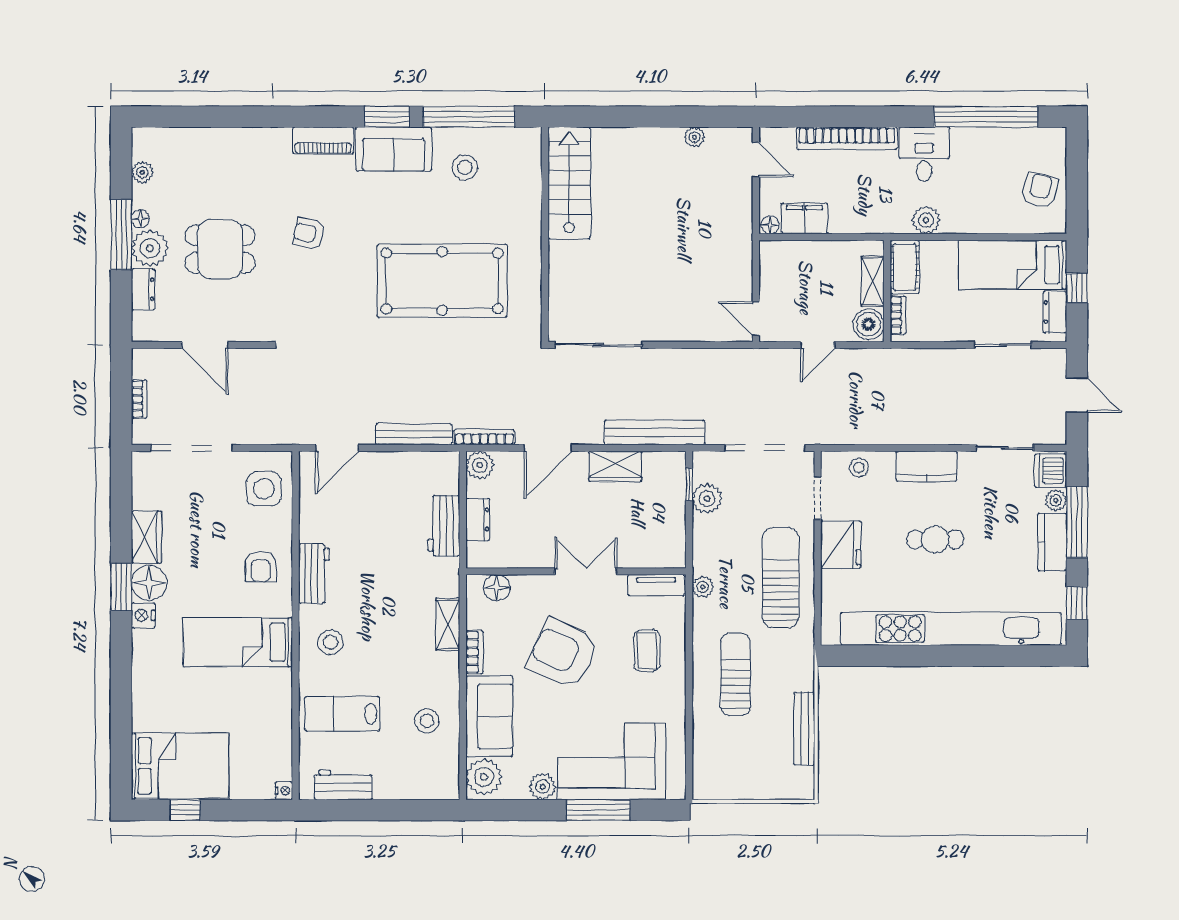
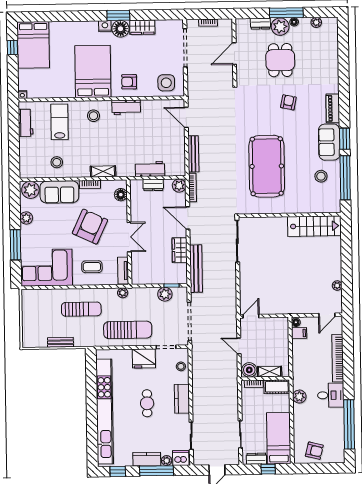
filing cabinet: (804, 218) -> (299, 333), width x0.50
bed: (238, 642) -> (93, 71), width x1.50
bench: (804, 729) -> (60, 342), width x0.73
corner sofa: (612, 761) -> (46, 268), moved, turned -90

